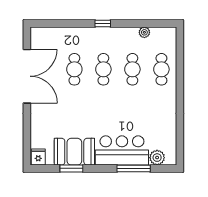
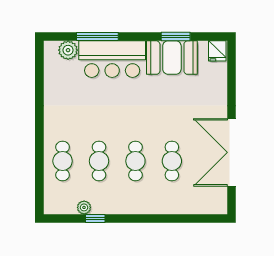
window: (103, 23) -> (95, 219), moved

